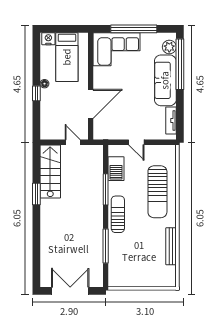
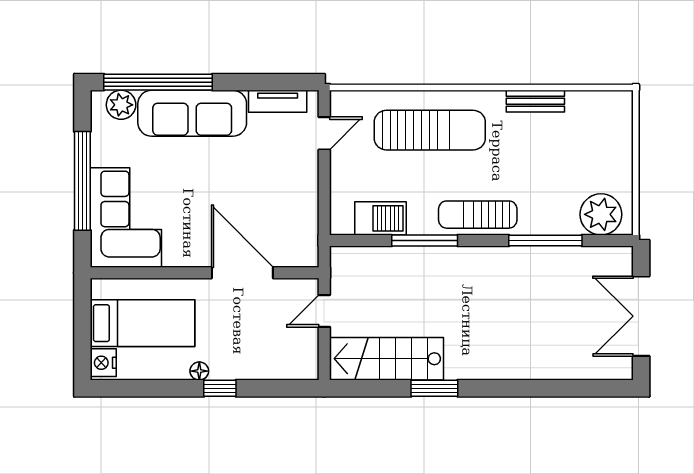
door: (136, 142) -> (324, 133), moved
bench: (171, 246) -> (535, 101), width x0.73
plant: (118, 272) -> (601, 214), added

